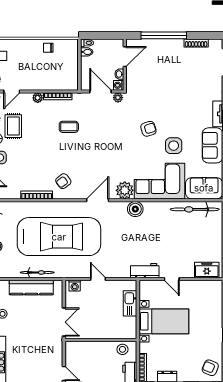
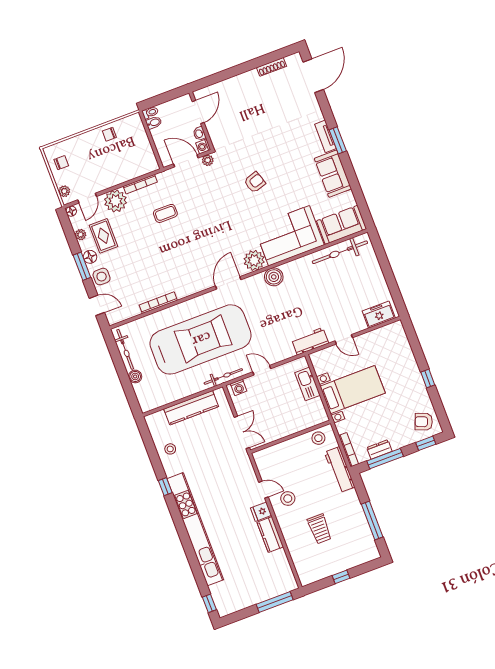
window: (164, 35) -> (232, 72), removed
plant: (38, 98) -> (116, 201), width x1.87, depth x1.87
side table: (174, 146) -> (290, 190), removed
armchair: (63, 181) -> (182, 276), removed
bicycle: (37, 272) -> (223, 376), moved

